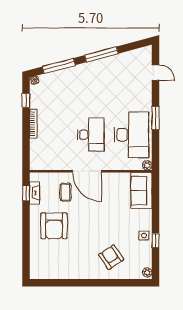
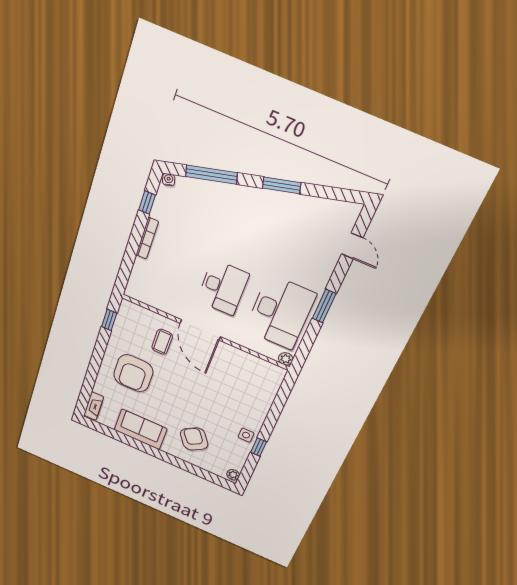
window: (101, 54) -> (282, 185), width x0.69
sofa: (141, 190) -> (141, 429), moved, turned 90
fireplace: (35, 193) -> (94, 406), moved

